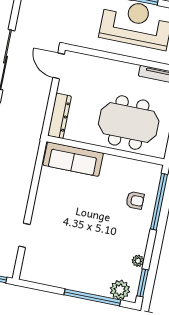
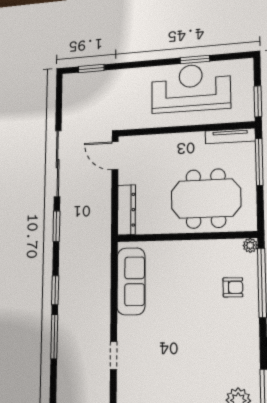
sofa: (73, 159) -> (131, 281), moved, turned -90
plant: (138, 261) -> (250, 245), moved

